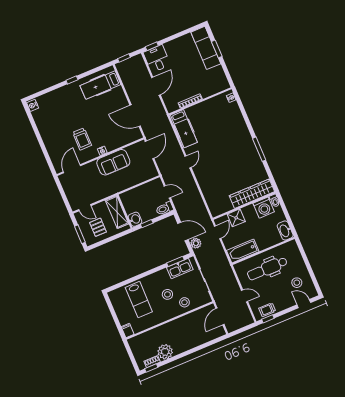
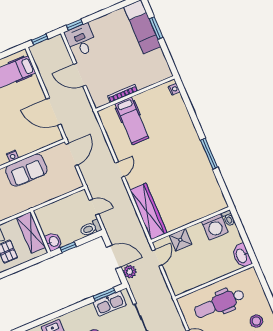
door: (156, 86) -> (80, 75), swing flipped
hospital bed: (184, 129) -> (132, 121), moved
wardrobe: (252, 194) -> (148, 211), moved, turned 90
bathtub: (243, 251) -> (189, 281), removed

